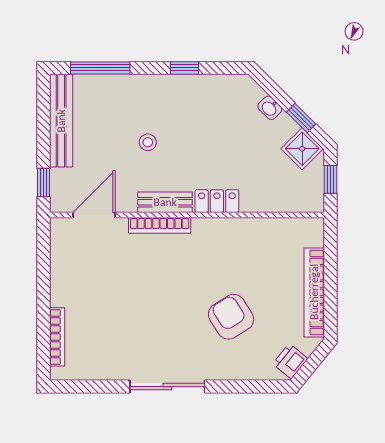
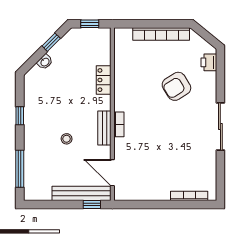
bench: (61, 121) -> (81, 193), moved
shower: (302, 149) -> (71, 42), removed
locker: (217, 201) -> (104, 80), moved
bookcase: (160, 225) -> (119, 124), width x0.64
printer: (290, 361) -> (209, 62), moved, turned 51

